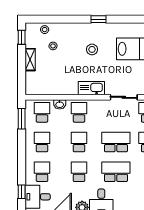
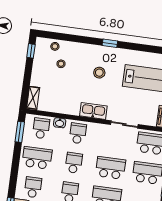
shelving: (30, 60) -> (33, 98), moved
school desk: (42, 142) -> (37, 158), width x1.85

